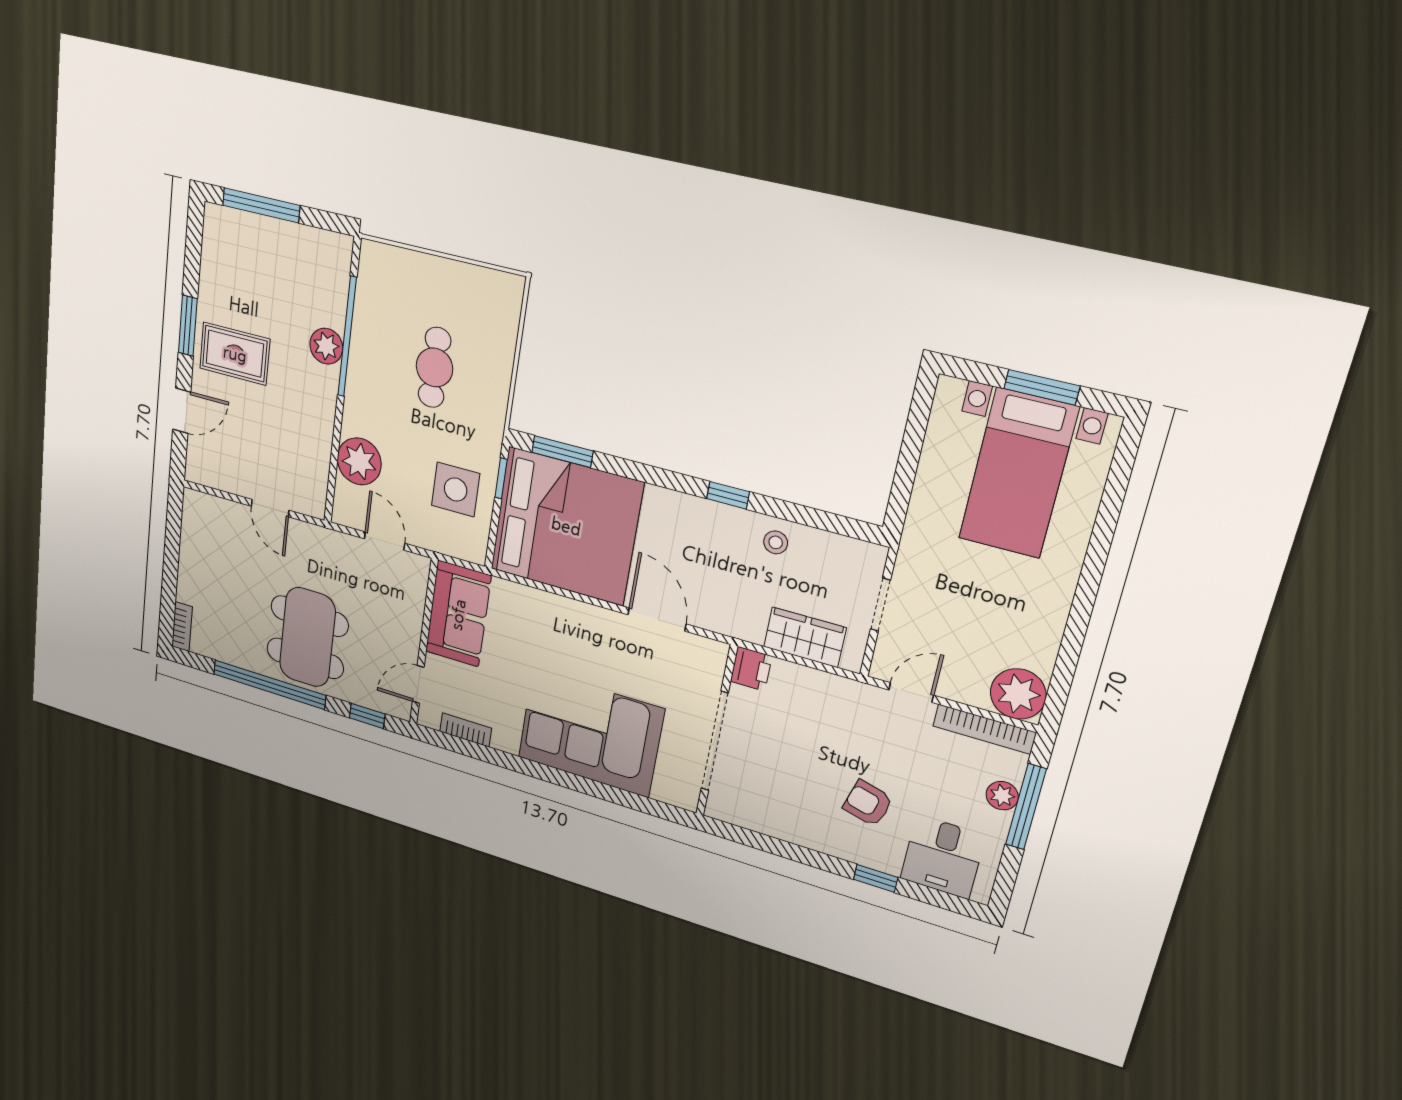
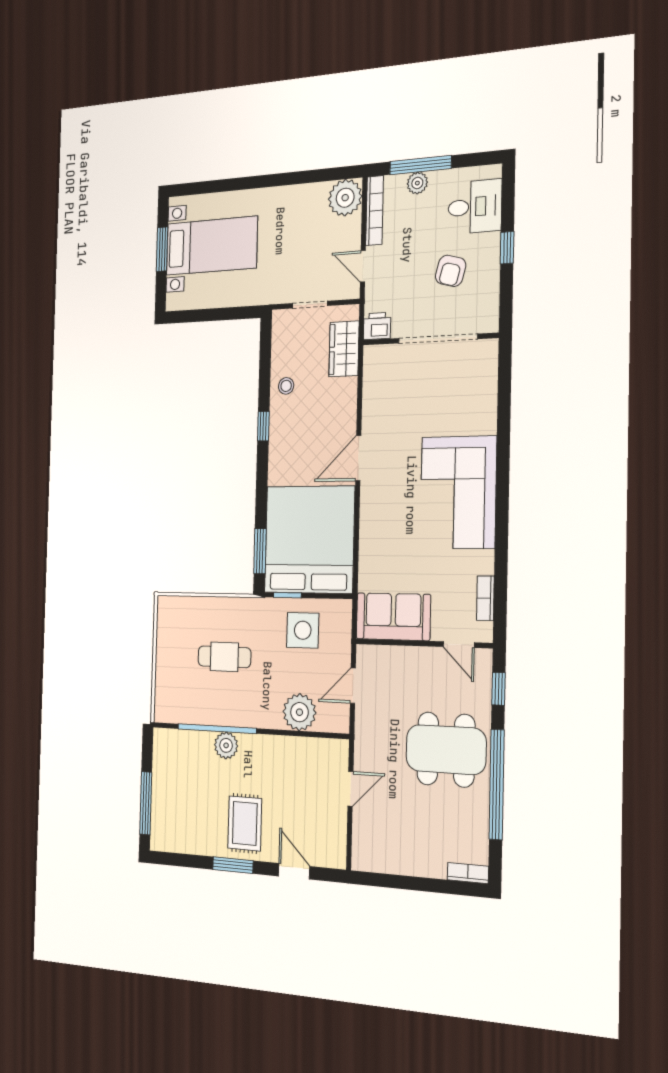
printer: (751, 669) -> (377, 326), moved
wall: (717, 731) -> (430, 339), moved
doorway: (715, 741) -> (438, 339), moved

